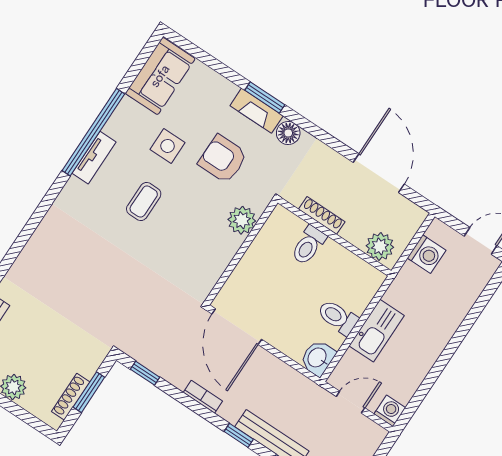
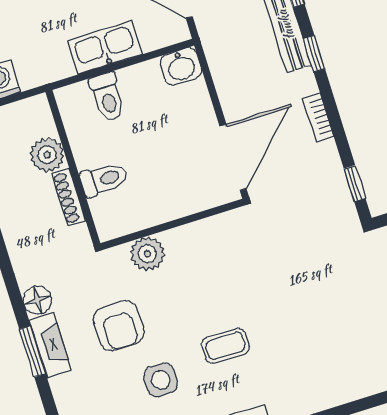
plant: (380, 246) -> (47, 155), moved
toilet: (338, 317) -> (107, 97), moved

